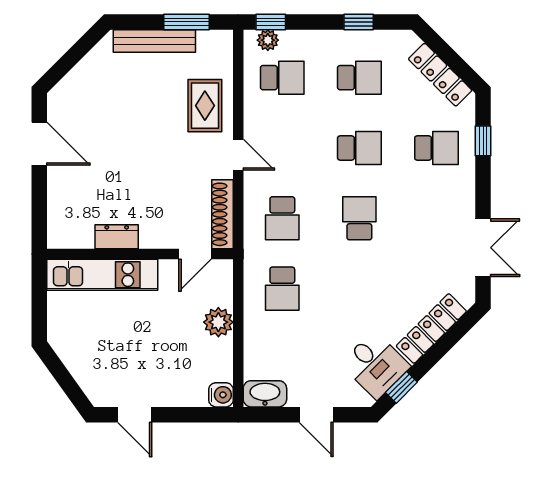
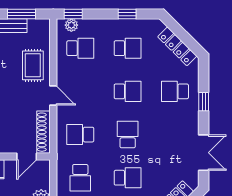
window: (483, 141) -> (204, 102), moved
school desk: (436, 148) -> (175, 91), turned 180
school desk: (282, 218) -> (80, 135), turned 90
school desk: (359, 289) -> (128, 178), added

